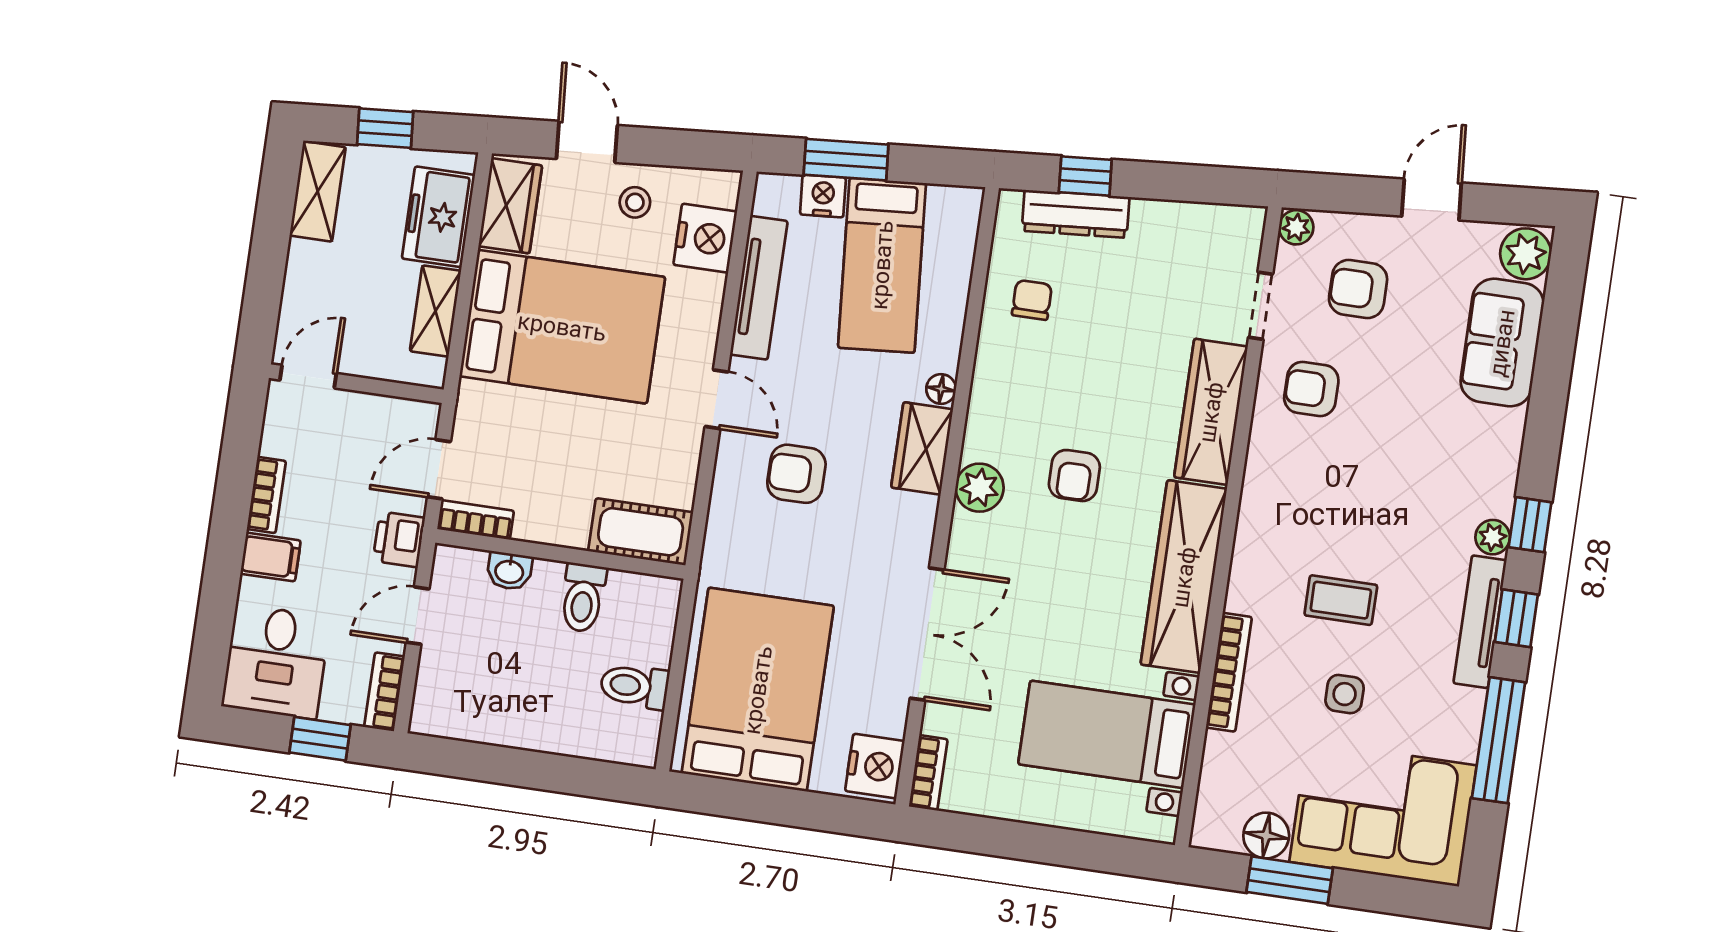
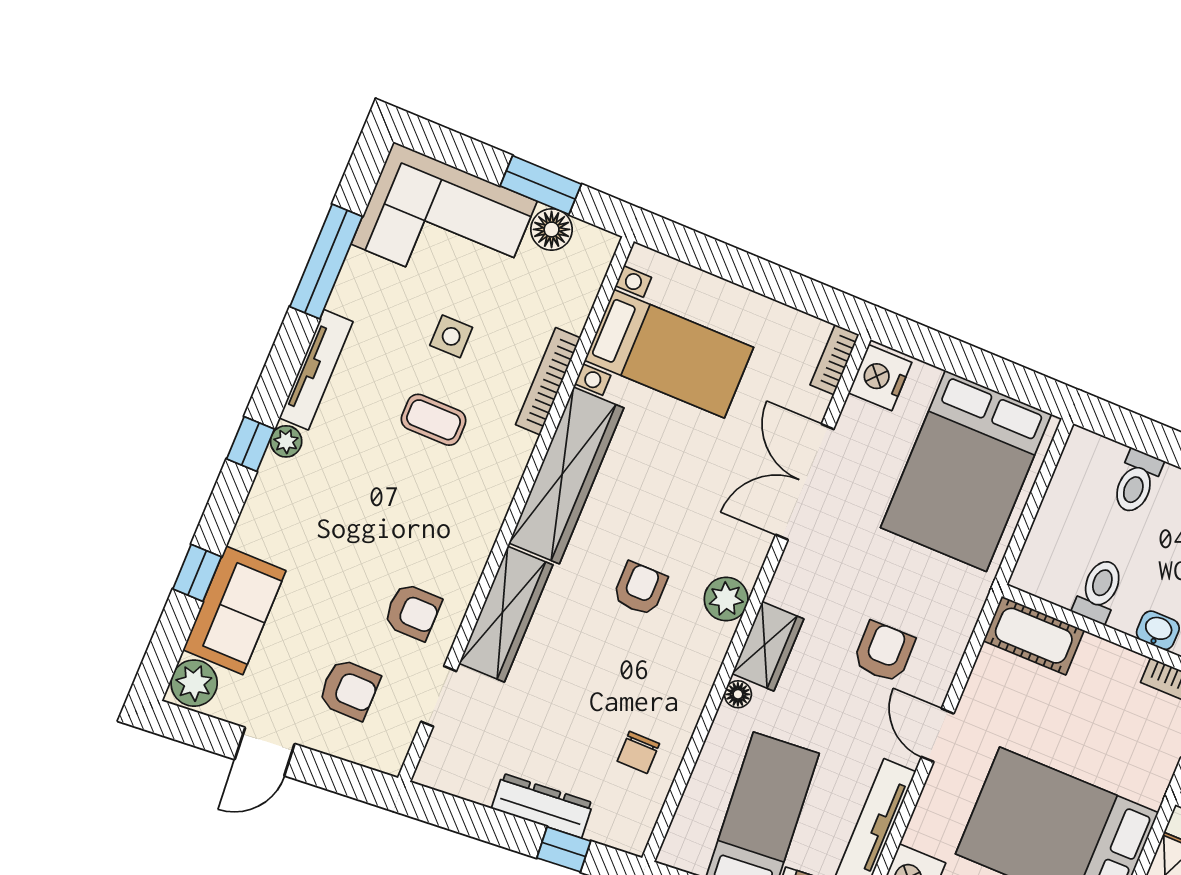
dresser: (1076, 214) -> (542, 806), moved
plant: (1296, 227) -> (390, 757), removed
armchair: (796, 474) -> (884, 652), turned -91
window: (1516, 618) -> (197, 573), moved
toilet: (634, 686) -> (1136, 482), moved, turned 90

